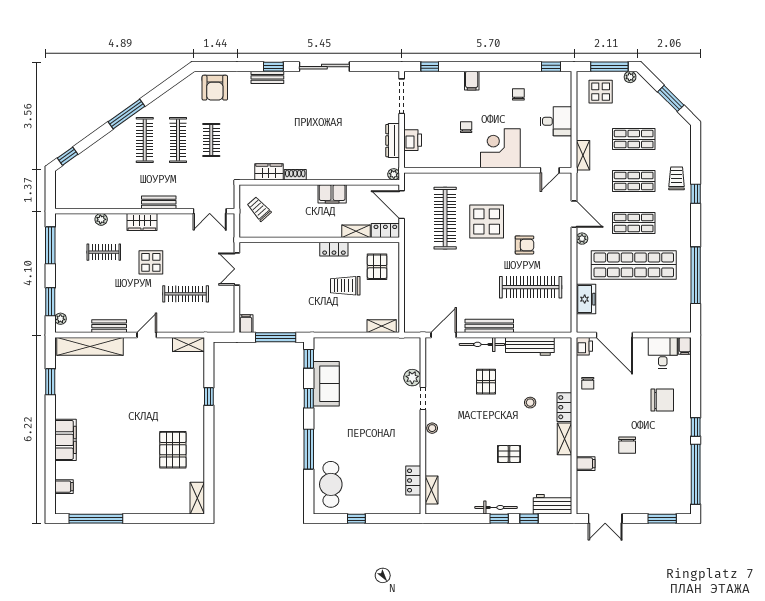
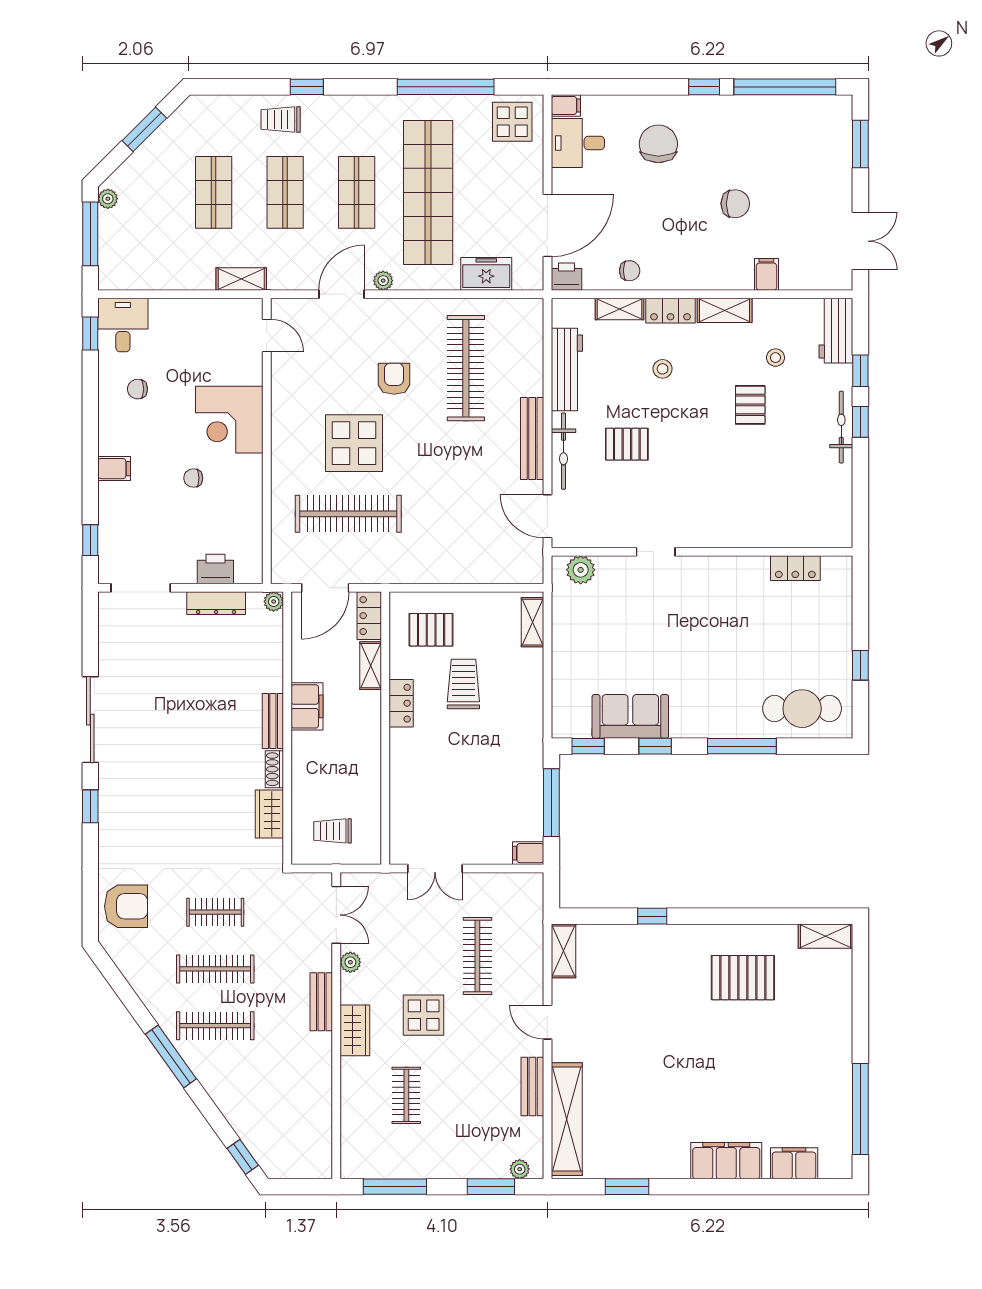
bench: (267, 77) -> (273, 721), moved
display table: (601, 92) -> (512, 122), moved
desk: (556, 121) -> (123, 325), moved
trolley: (259, 209) -> (333, 831), turned 42
plant: (101, 219) -> (350, 962), moved
trolley: (345, 286) -> (463, 684), turned 180
plant: (412, 378) -> (581, 570), moved
stool: (432, 428) -> (776, 358), moved
filing cabinet: (64, 487) -> (794, 1163), width x2.00
shelving: (432, 490) -> (619, 309), moved

